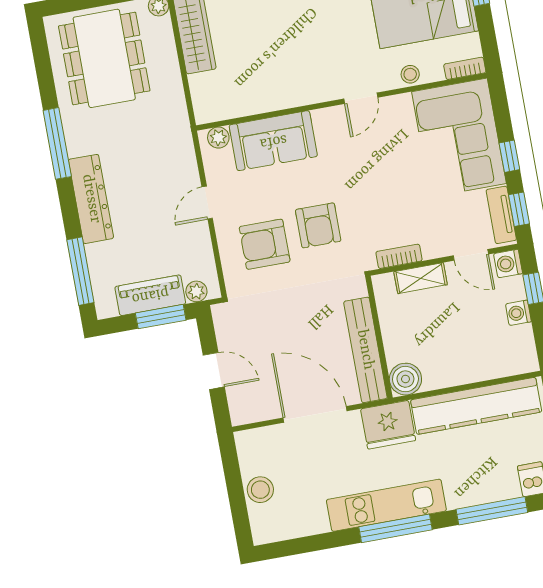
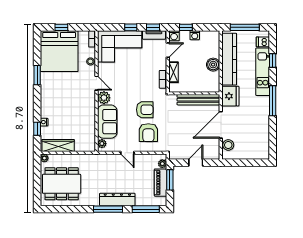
plant: (329, 122) -> (104, 98), added
window: (57, 143) -> (108, 209), moved
boiler: (405, 379) -> (213, 65), moved
stool: (260, 490) -> (228, 145), moved
kitchen unit: (386, 505) -> (263, 72), moved
window: (492, 511) -> (273, 61), width x0.46

